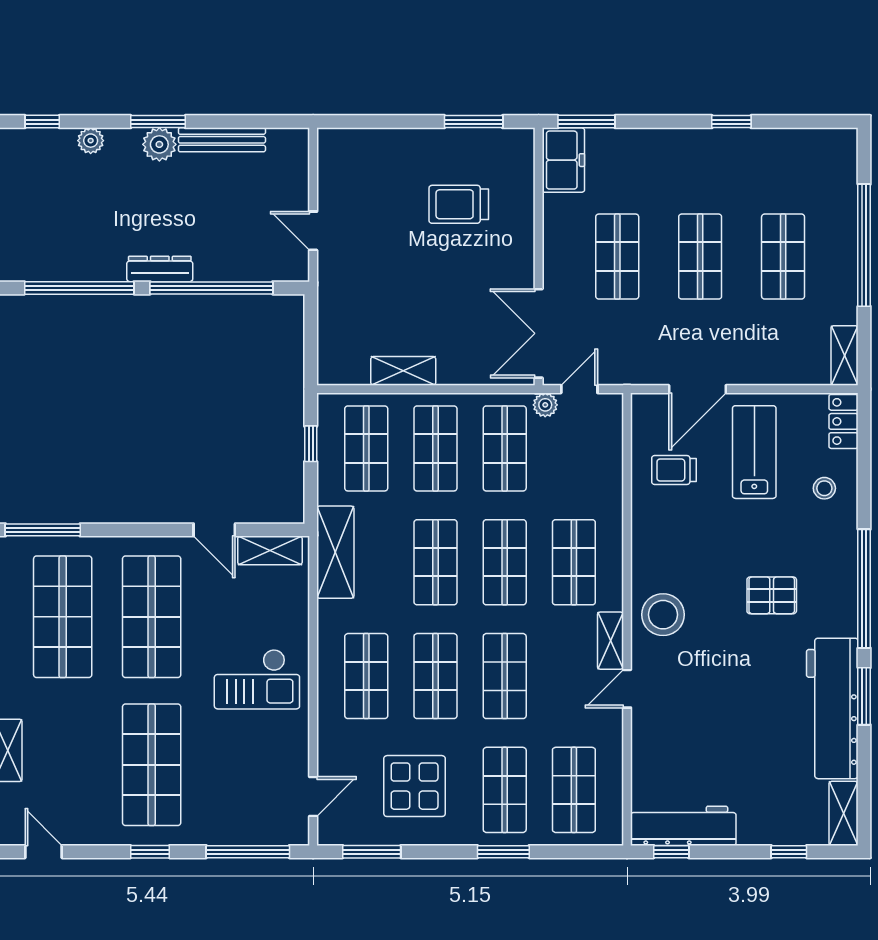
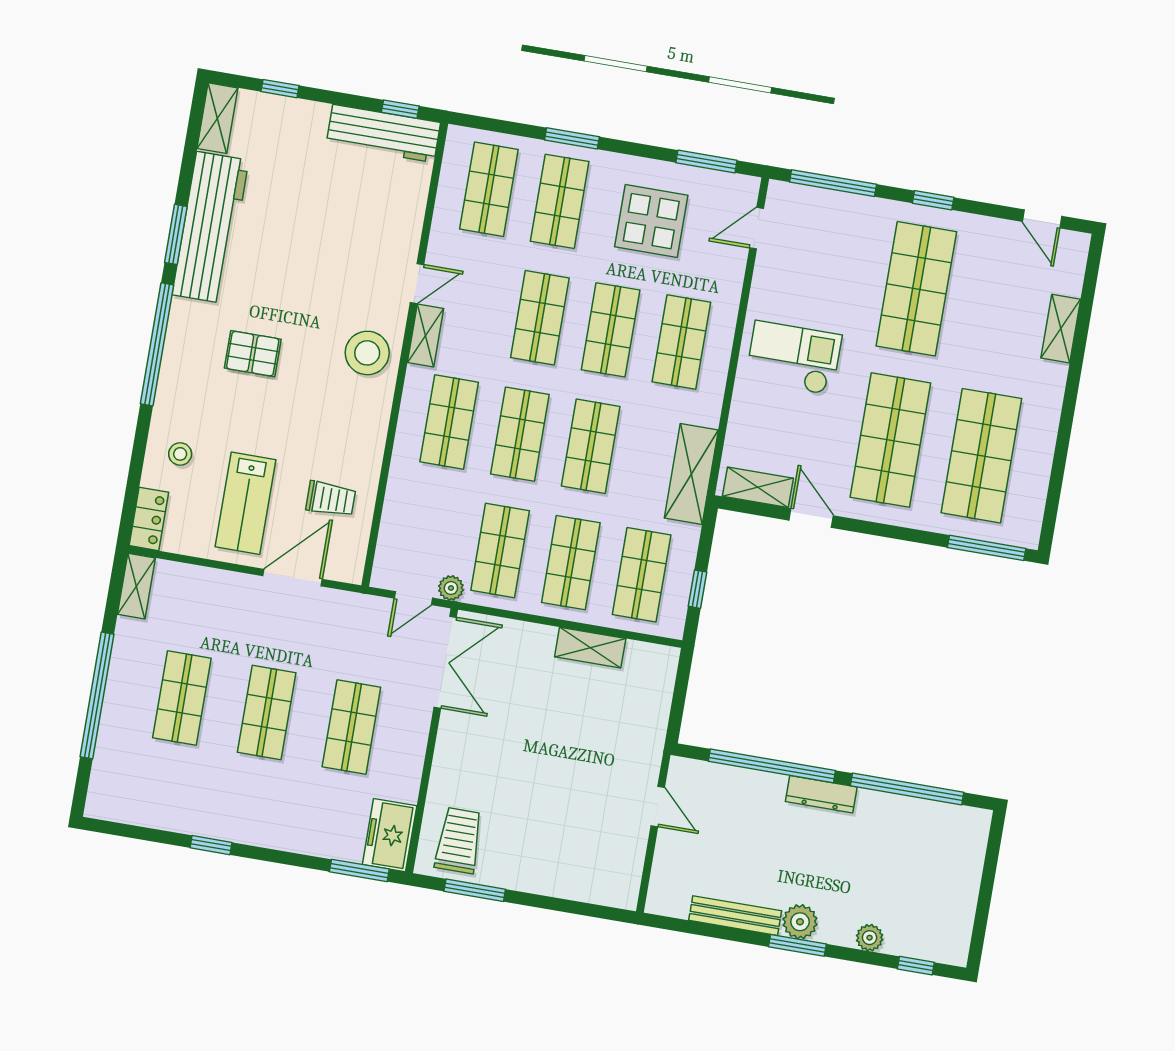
trolley: (459, 204) -> (459, 841), moved, turned -90

